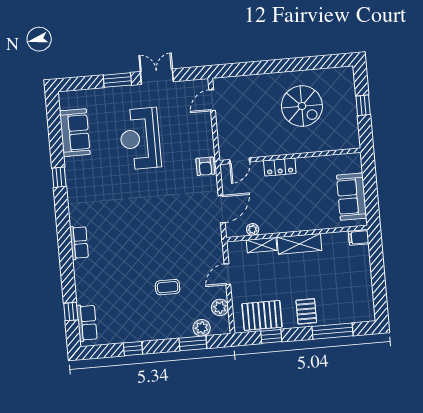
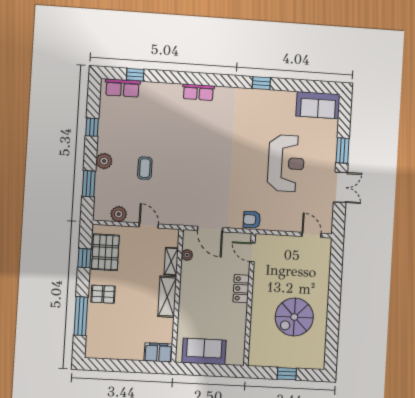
sofa: (75, 133) -> (318, 105), moved
reception desk: (140, 139) -> (286, 163), turned 90
filing cabinet: (359, 238) -> (158, 352), width x2.00
plant: (202, 328) -> (104, 161), moved

